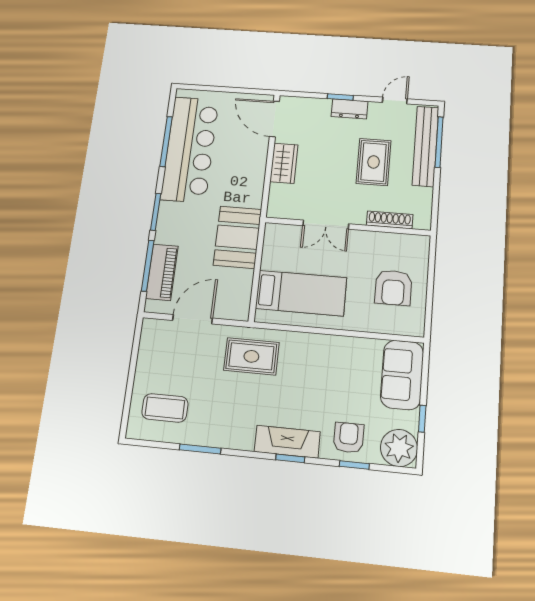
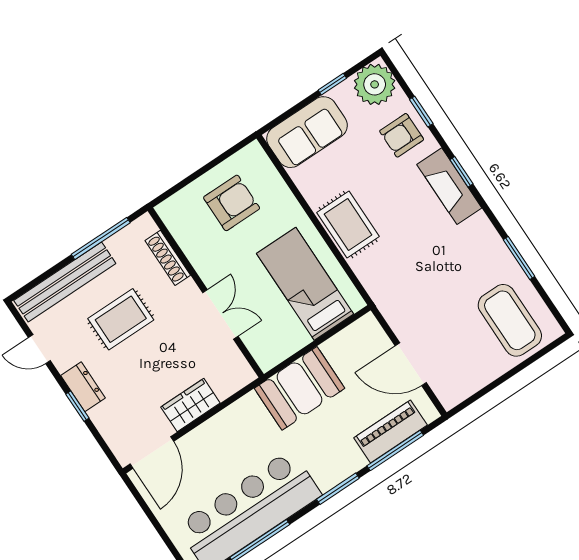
window: (439, 142) -> (101, 238), moved
rug: (251, 356) -> (348, 225), moved
coffee table: (165, 408) -> (510, 320), width x1.36, depth x1.32

